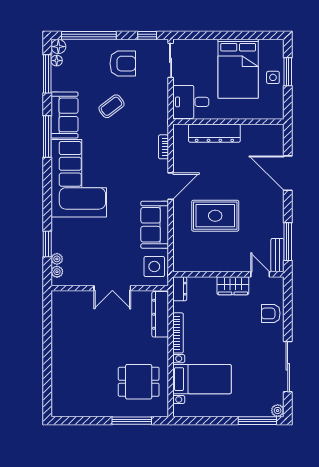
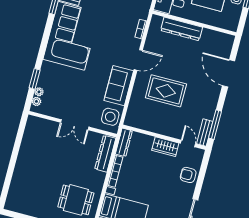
dresser: (180, 289) -> (124, 142), width x1.44

